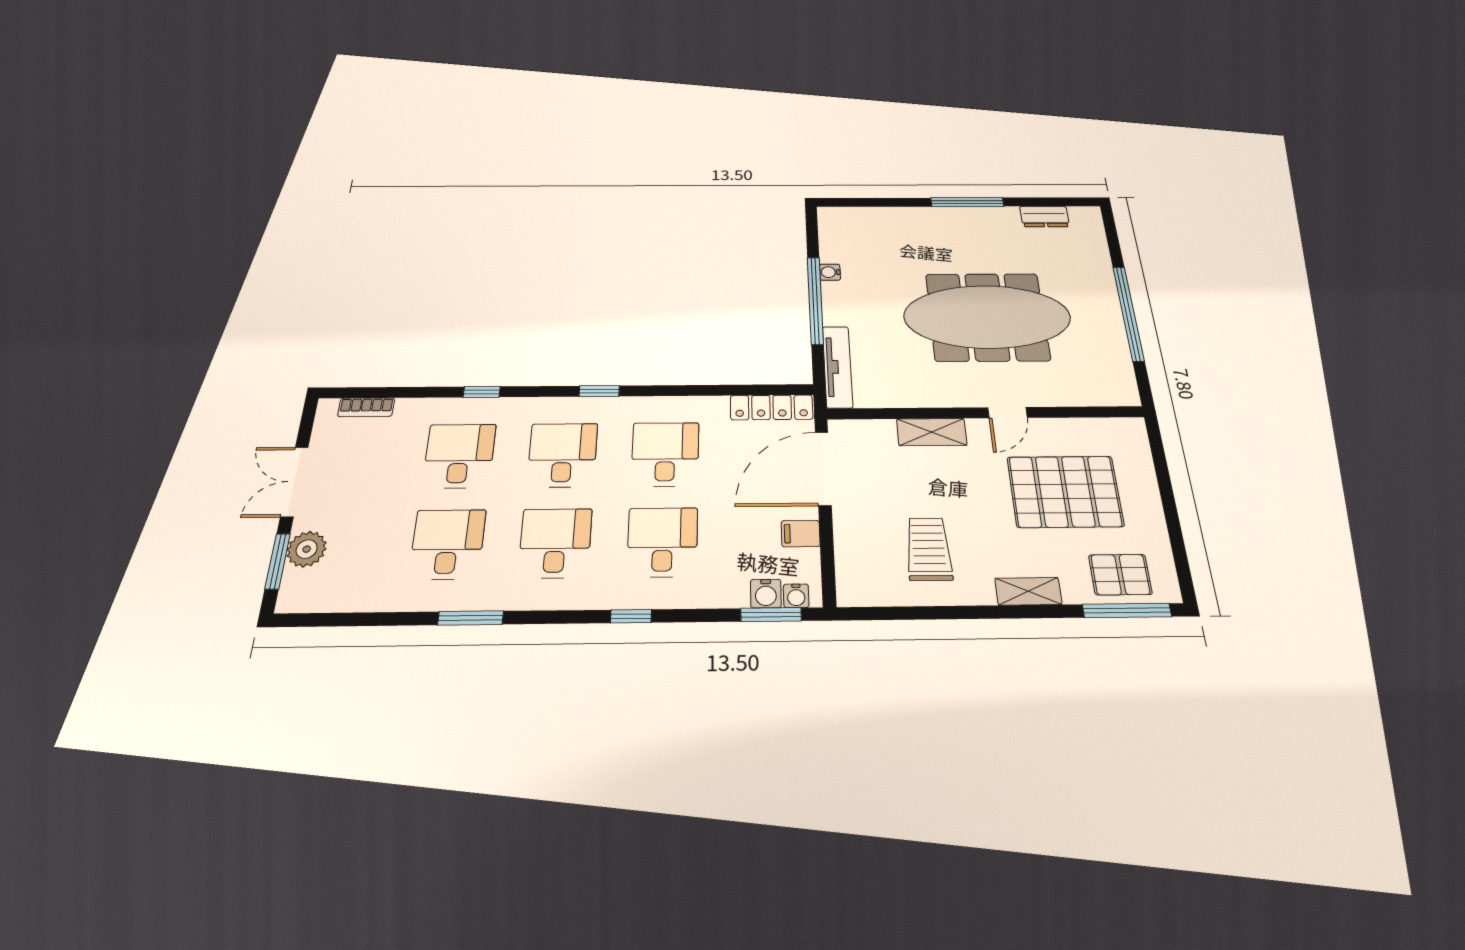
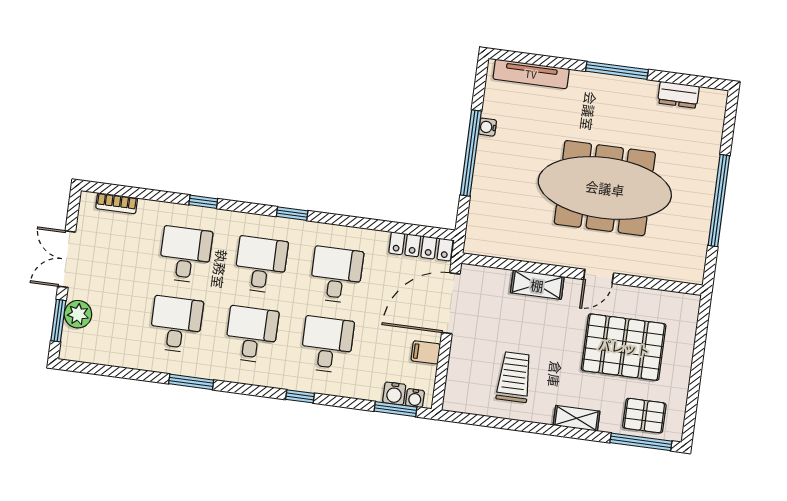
tv unit: (838, 367) -> (531, 74), moved, turned 90

